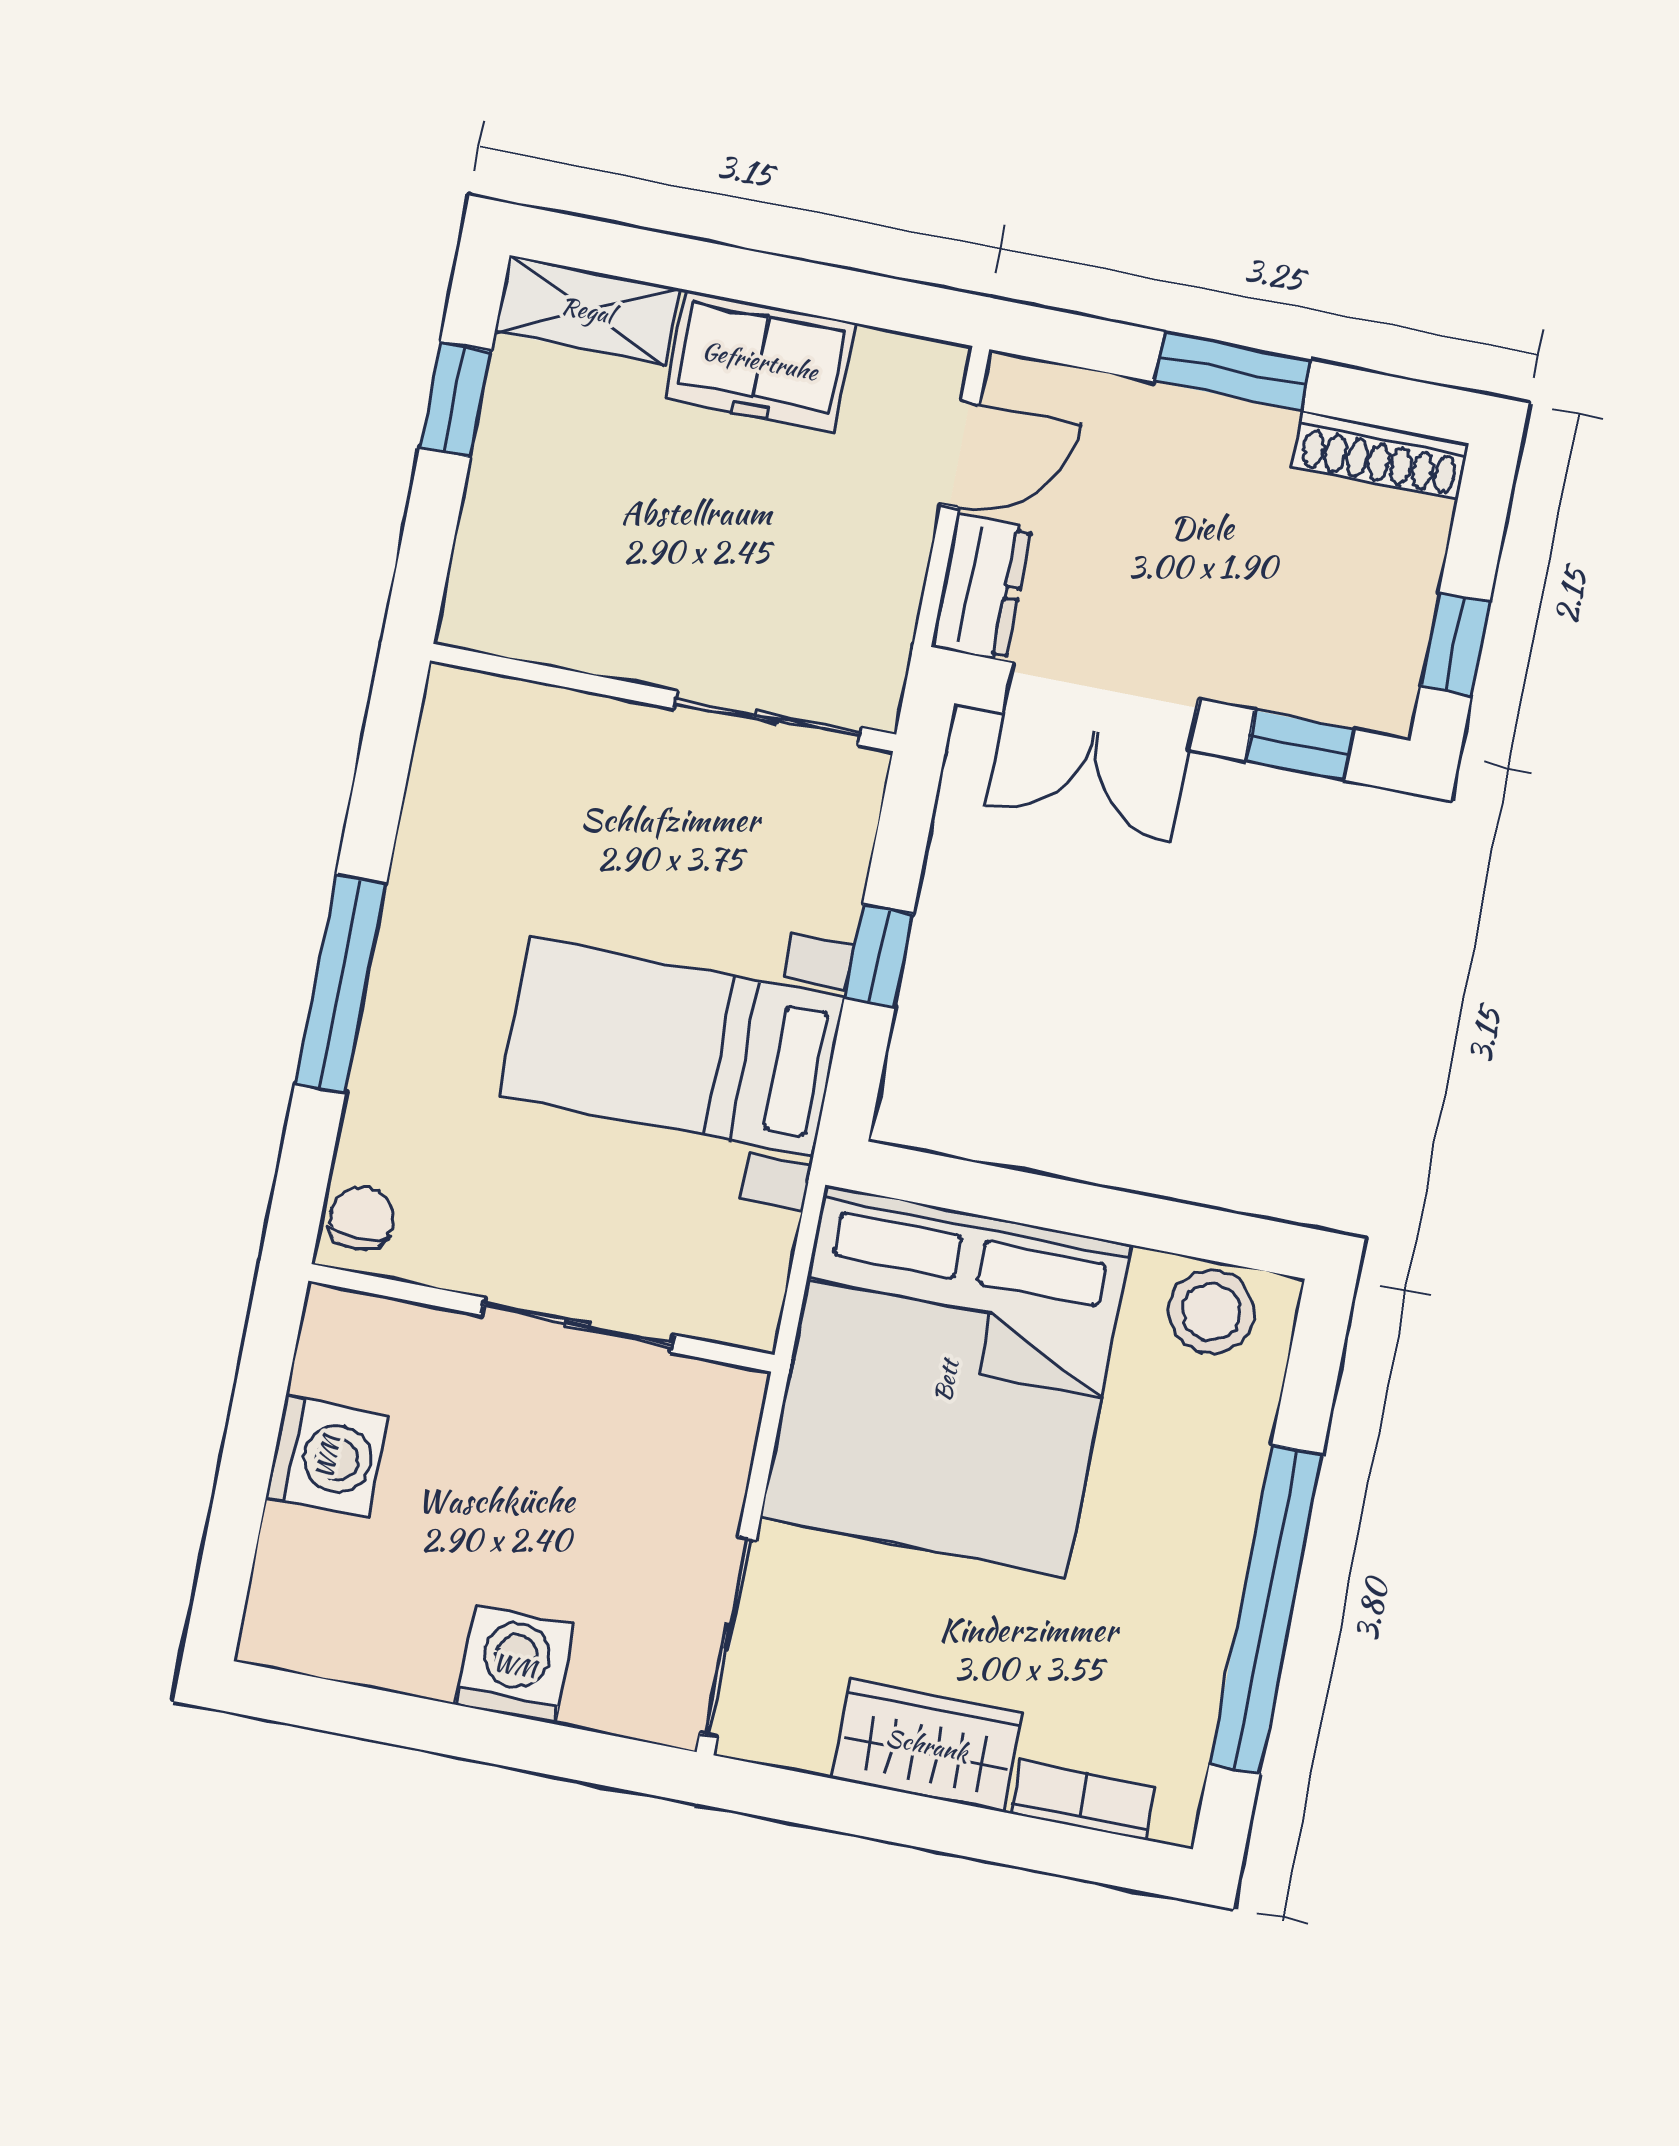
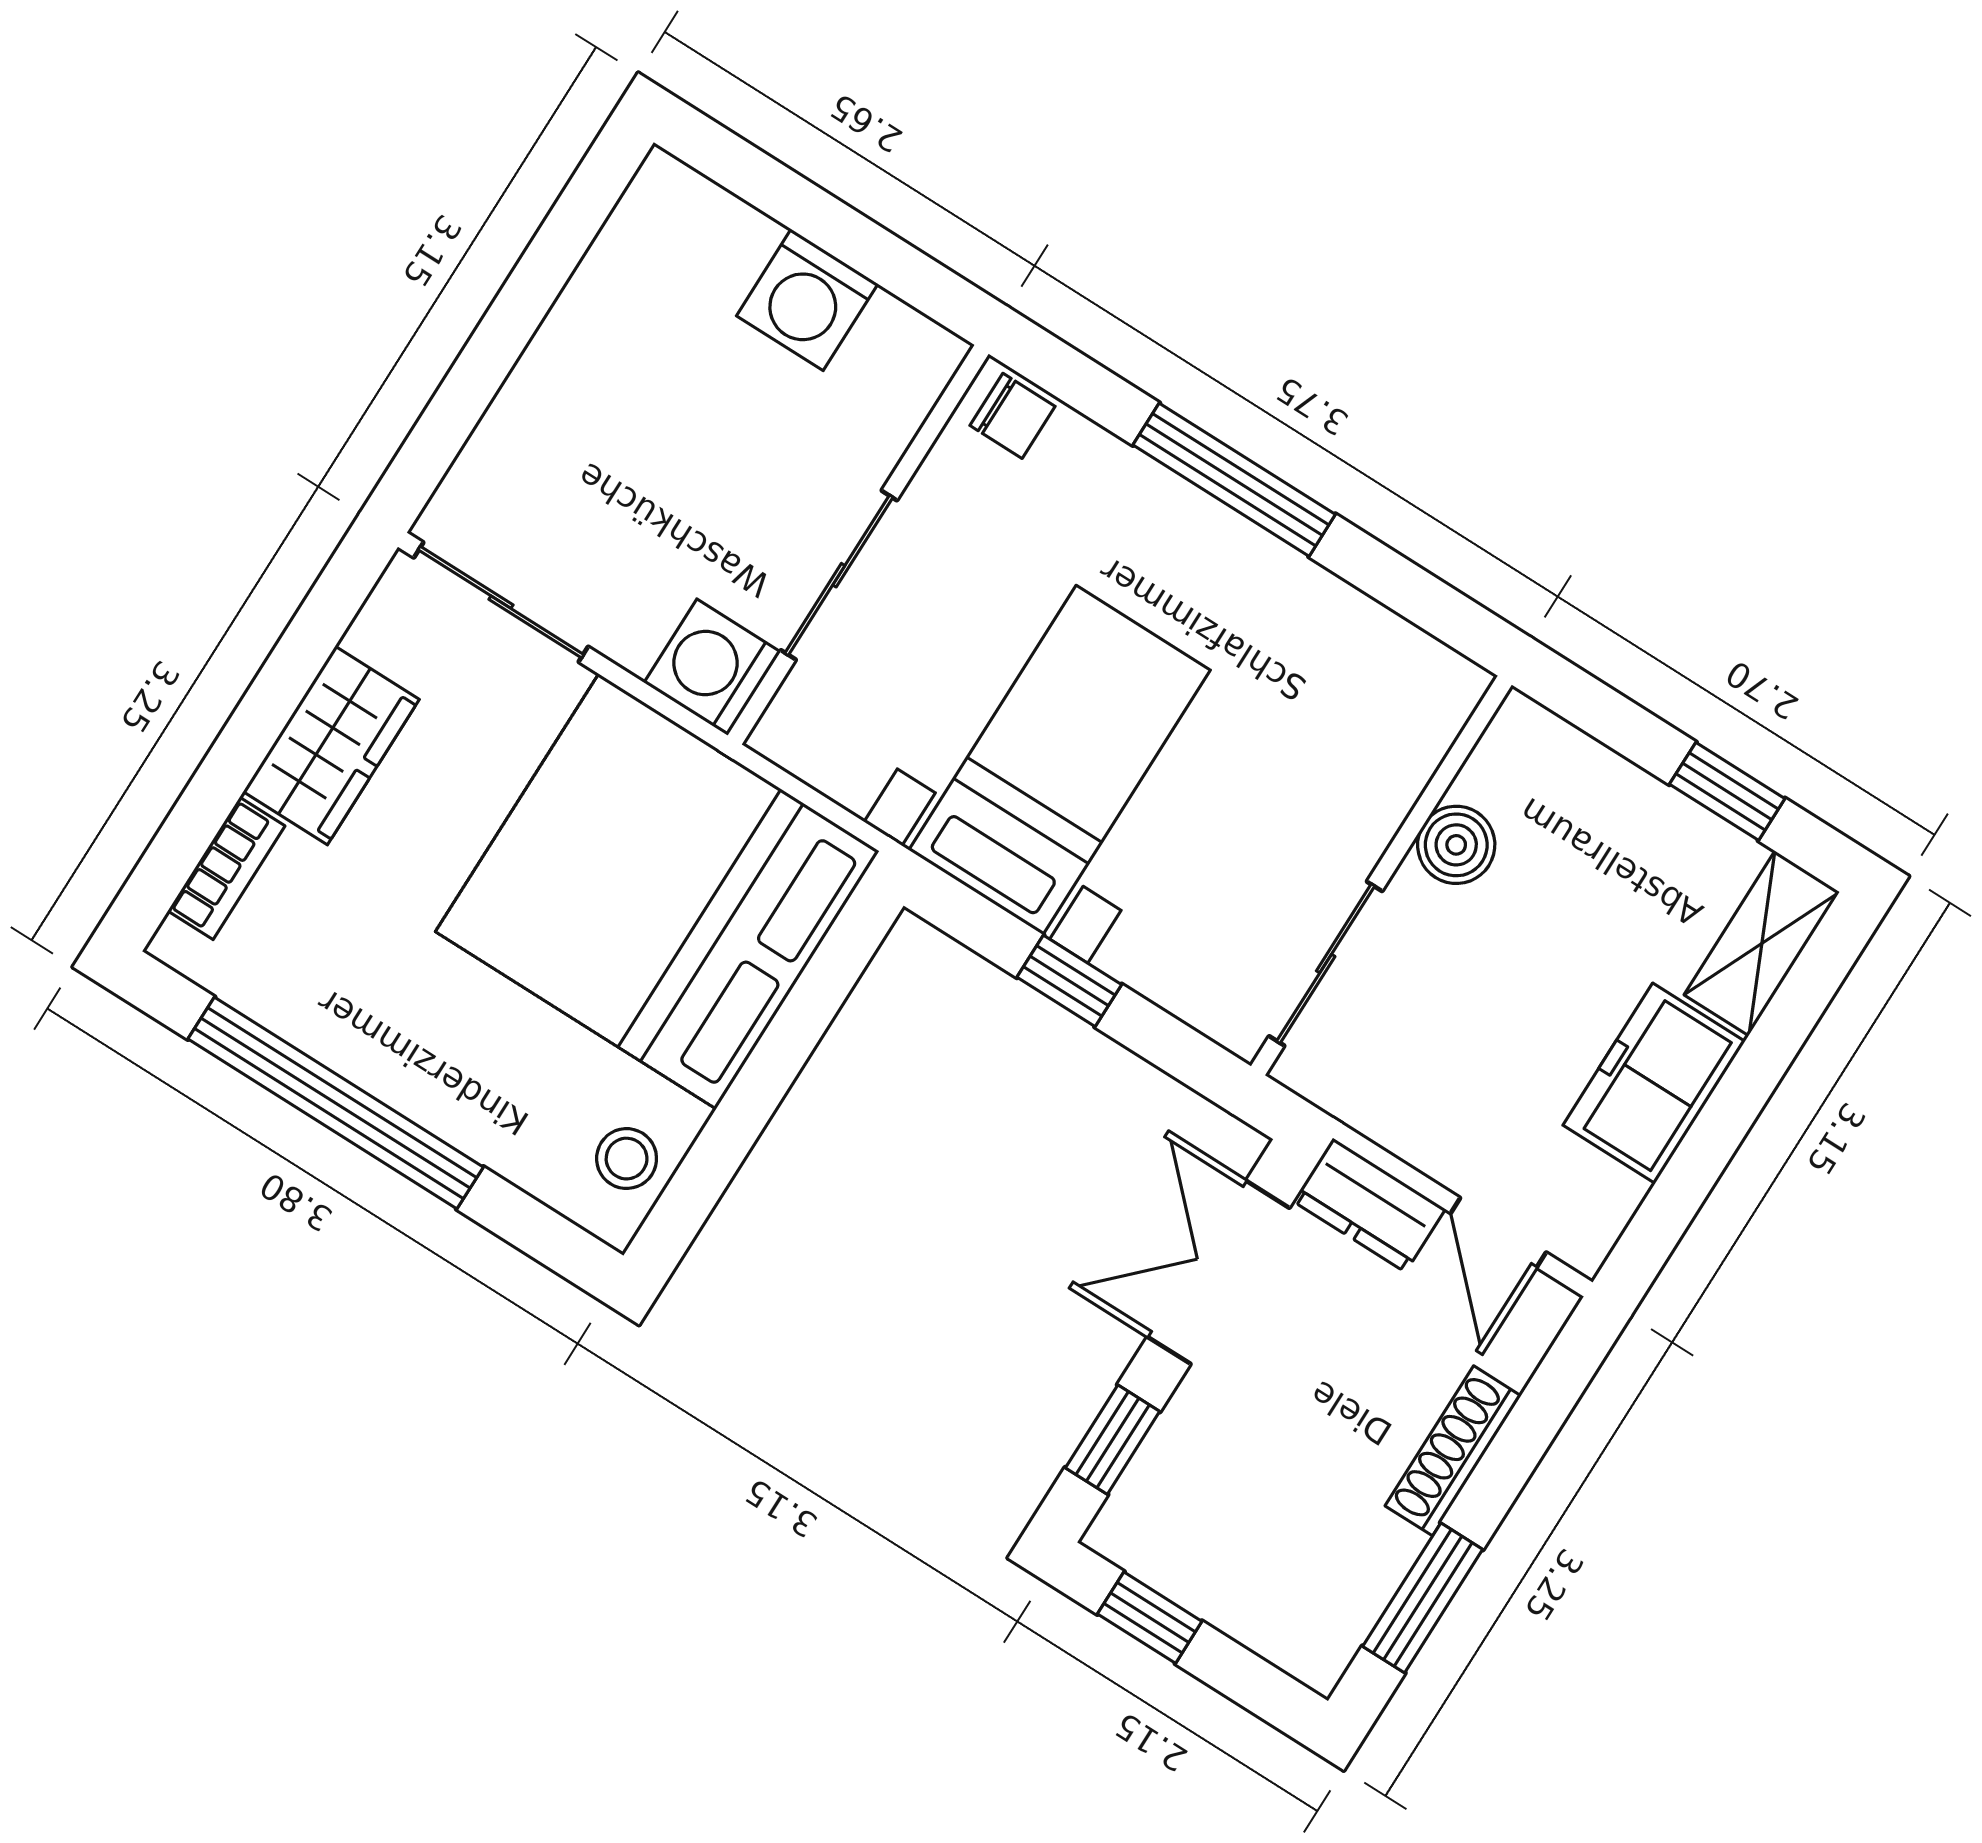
window: (1233, 371) -> (1423, 1598), moved
shoe rack: (1380, 455) -> (1453, 1451), moved
boiler: (606, 638) -> (1456, 845), added
stool: (1211, 1312) -> (627, 1159), width x0.73, depth x0.73
washing machine: (515, 1665) -> (712, 667), moved, turned 180

